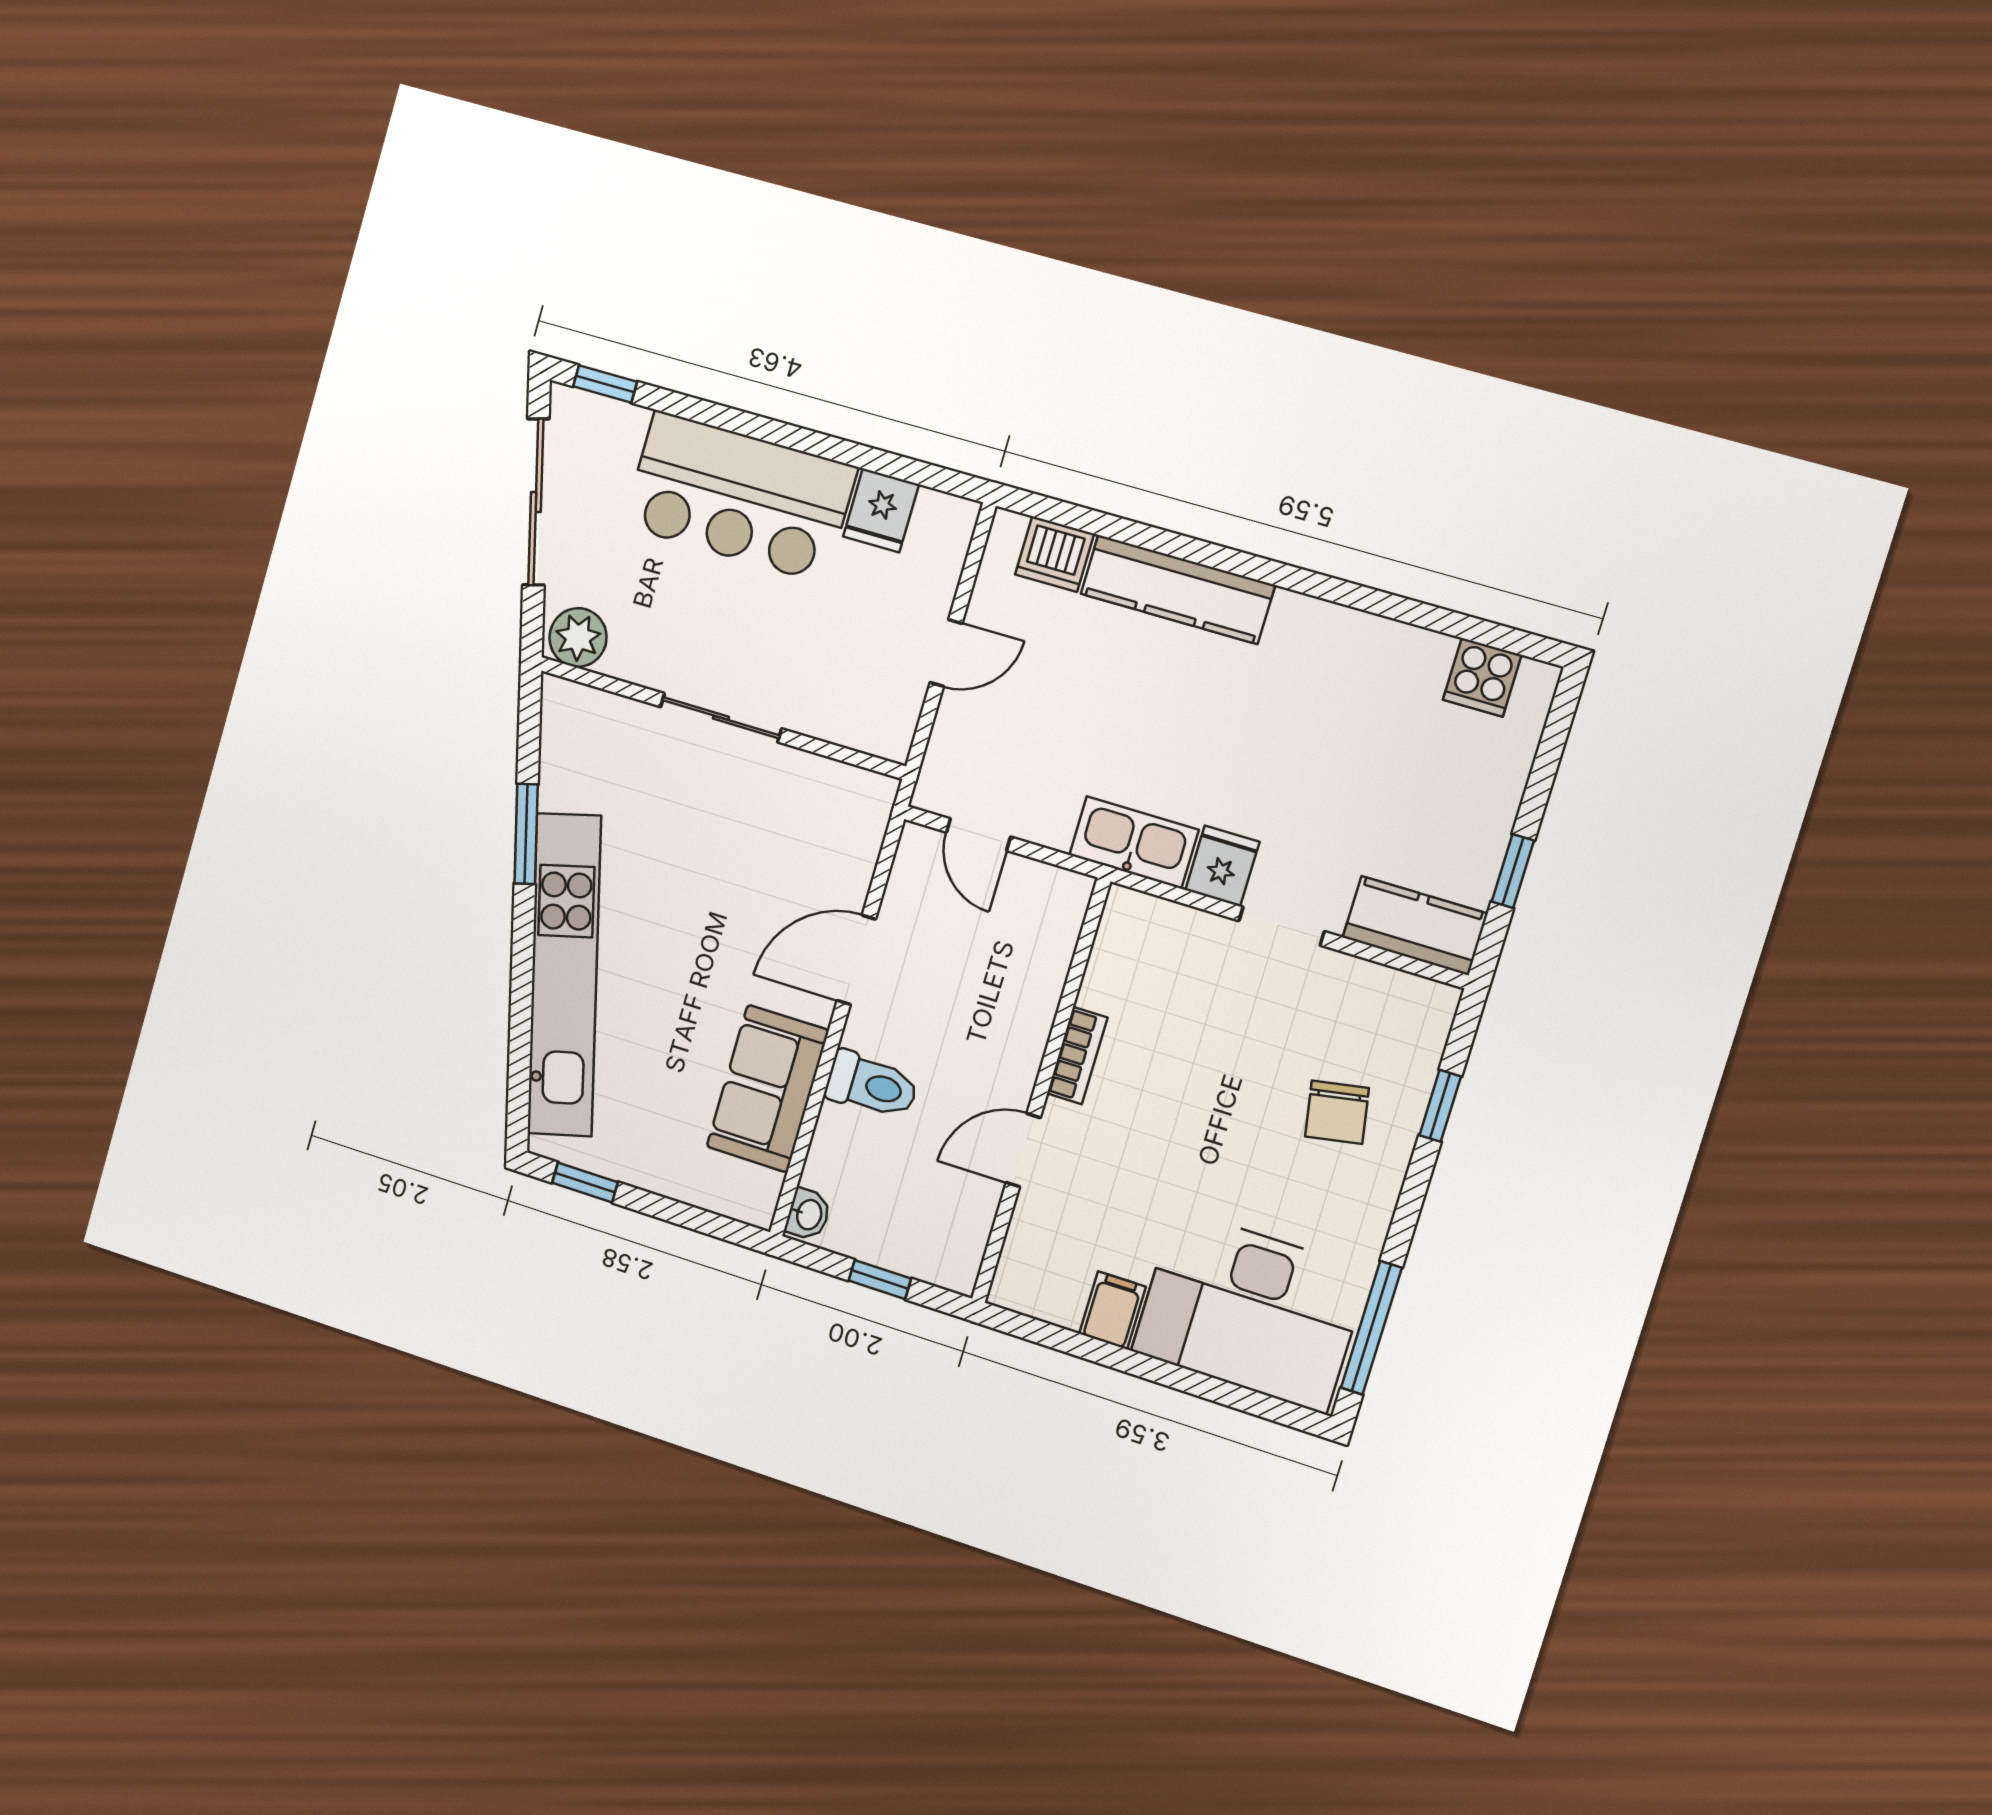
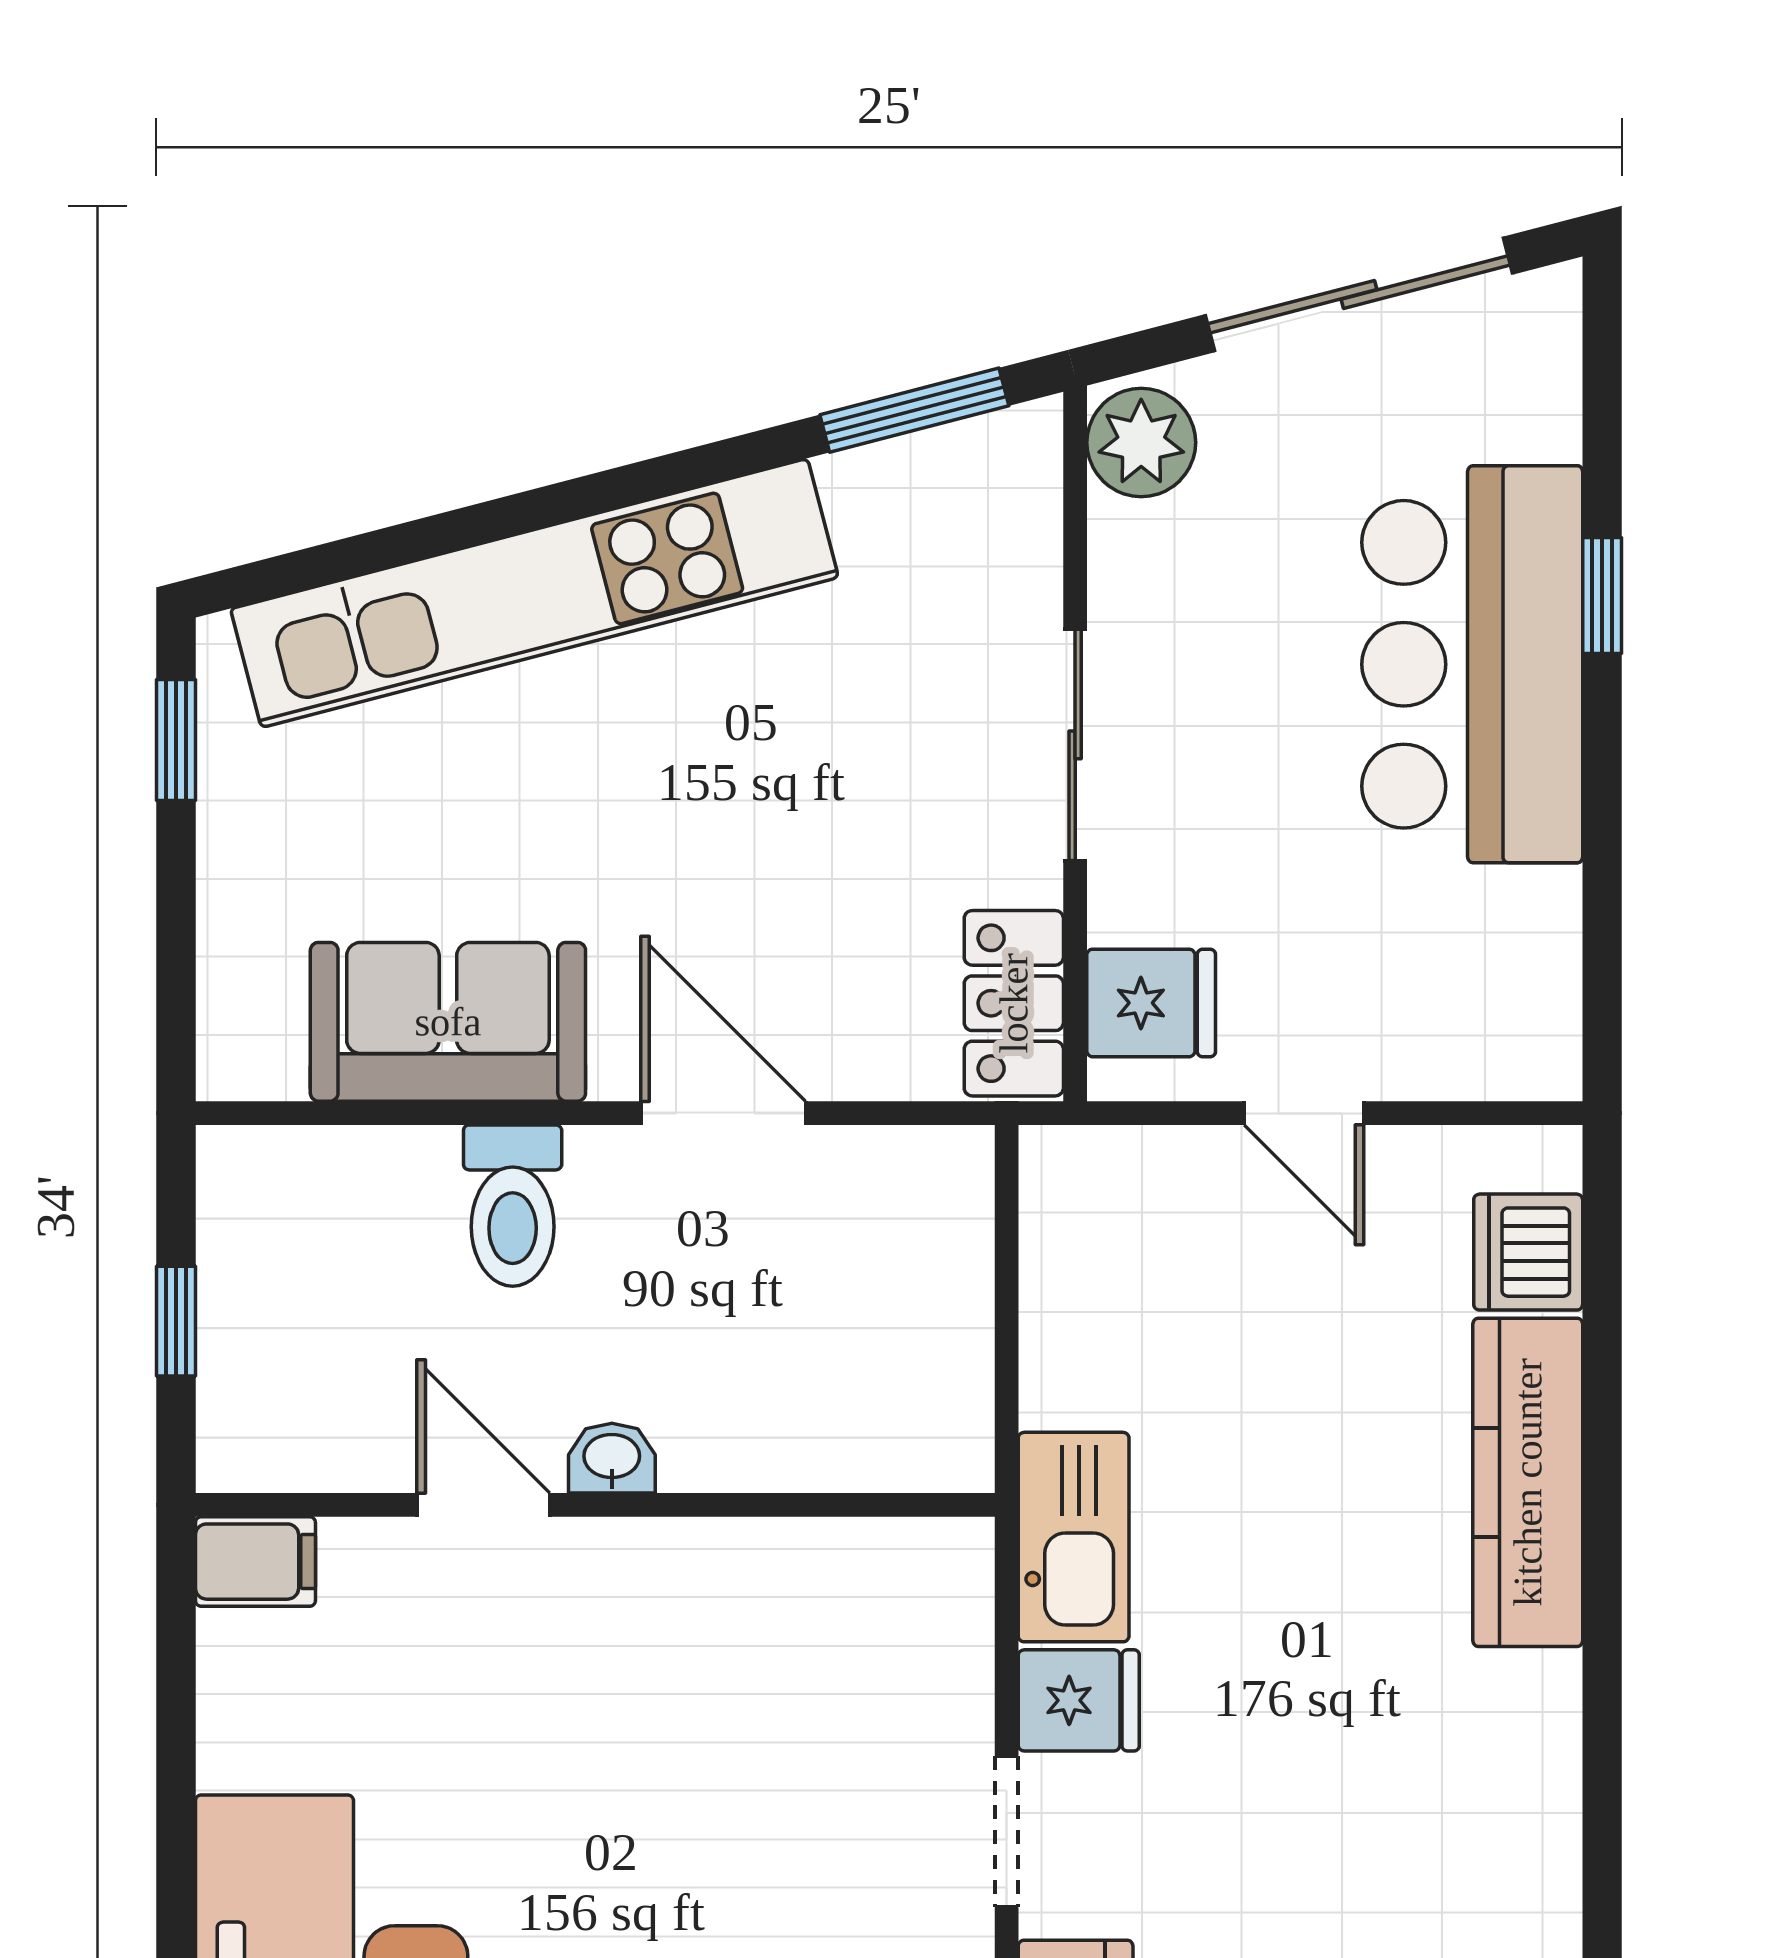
window: (605, 384) -> (1602, 596), moved
fridge: (881, 510) -> (1151, 1003), moved, turned 180
locker: (844, 790) -> (1014, 1003), added
window: (526, 834) -> (914, 410), moved
door: (978, 835) -> (1007, 1263), removed
bookcase: (1077, 1055) -> (677, 1549), removed
washbasin: (808, 1214) -> (612, 1458), moved, turned 180
filing cabinet: (1113, 1310) -> (255, 1562), moved

